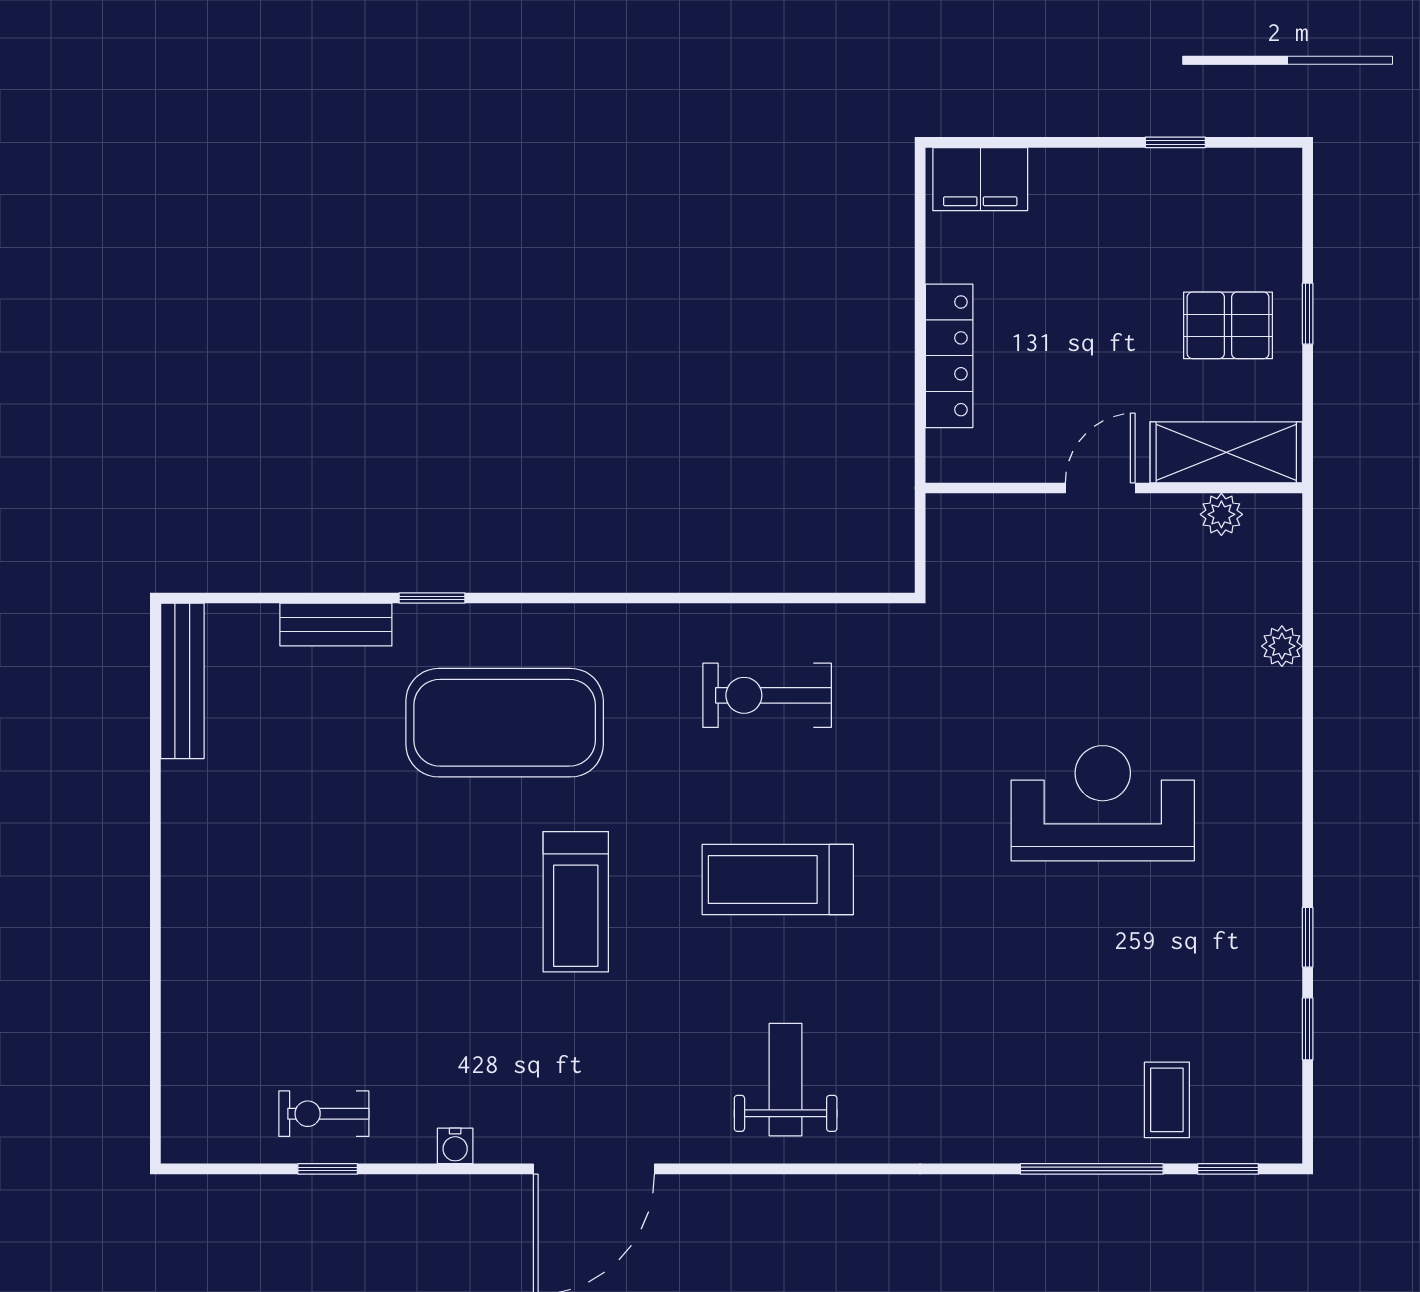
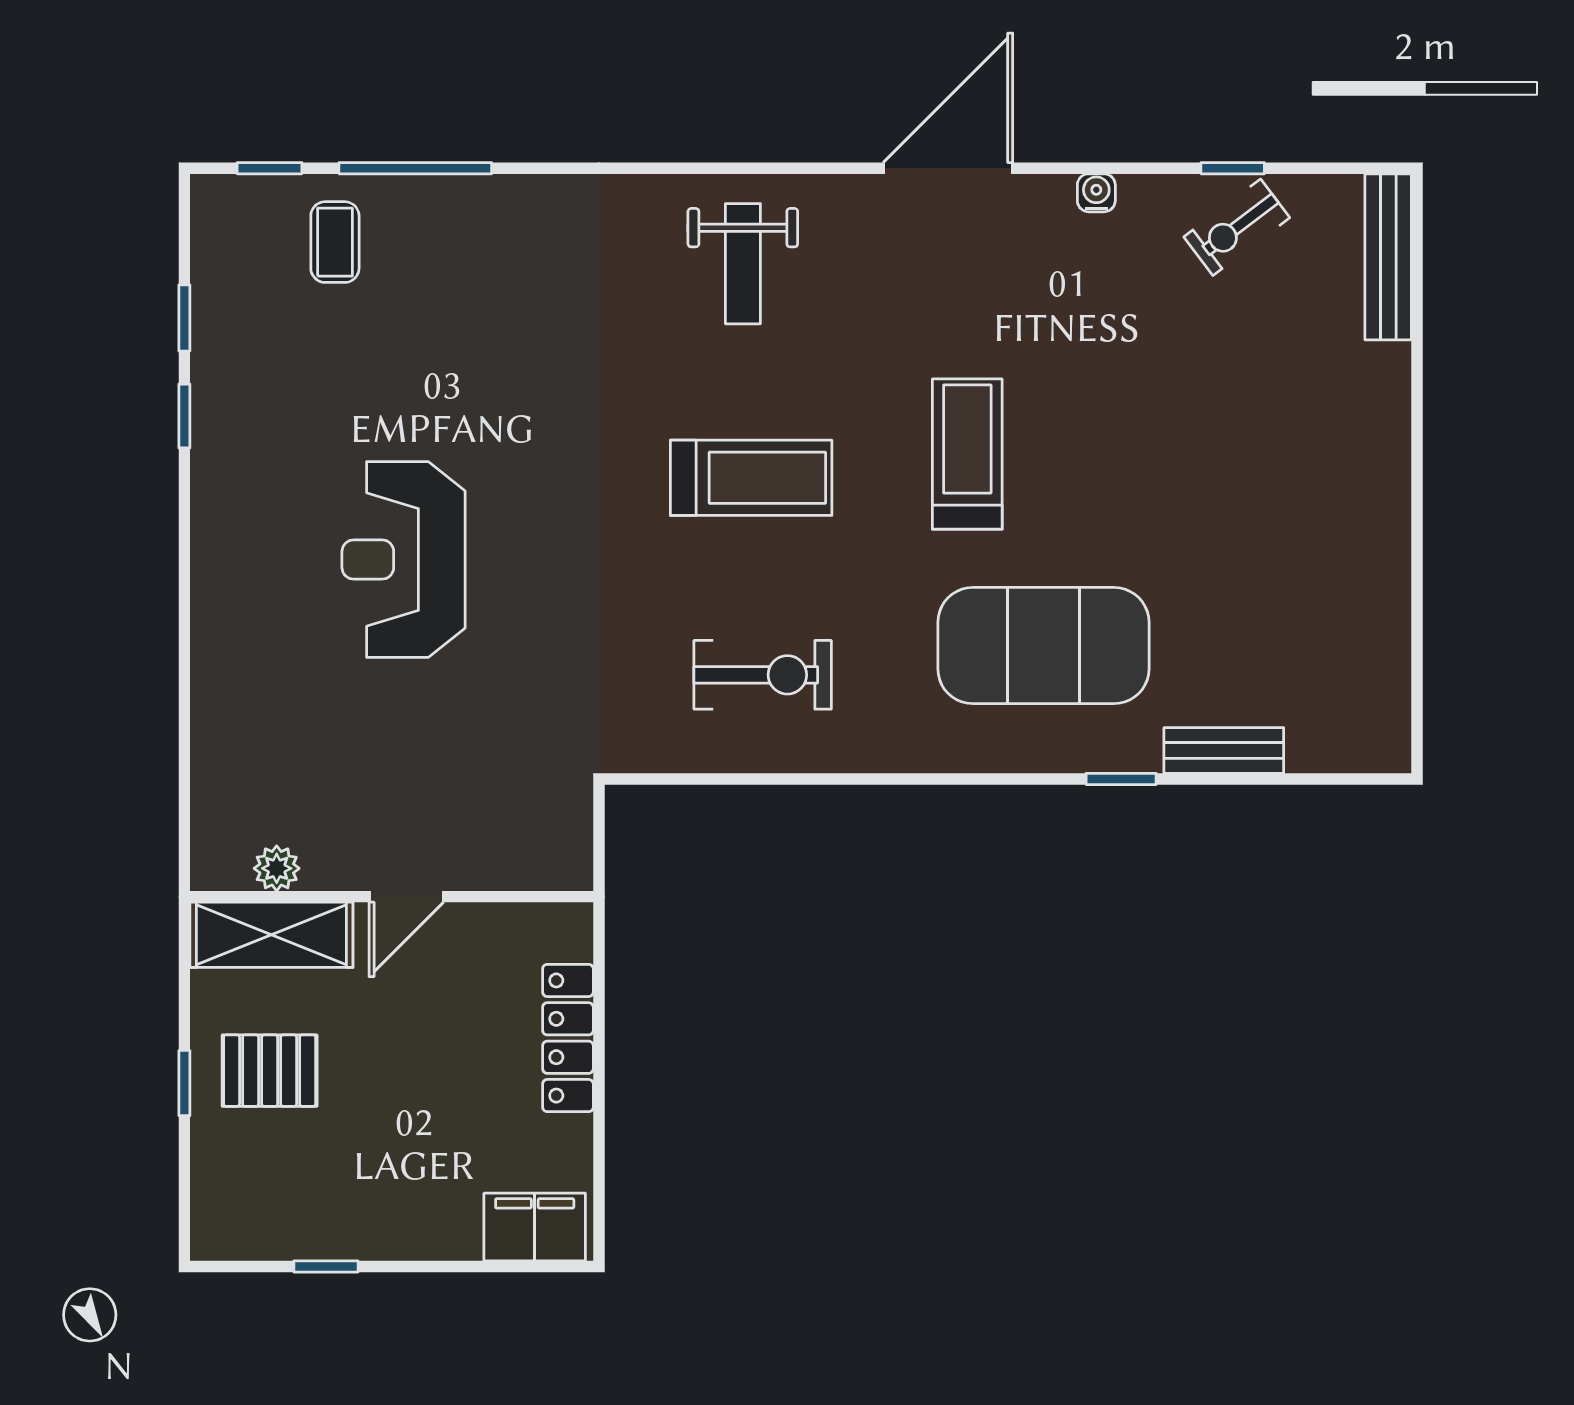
plant: (1282, 646) -> (212, 728), removed
bench: (182, 681) -> (1388, 257), moved
reception desk: (1103, 803) -> (404, 560), turned 90
exercise bike: (324, 1114) -> (1237, 227), turned 143

